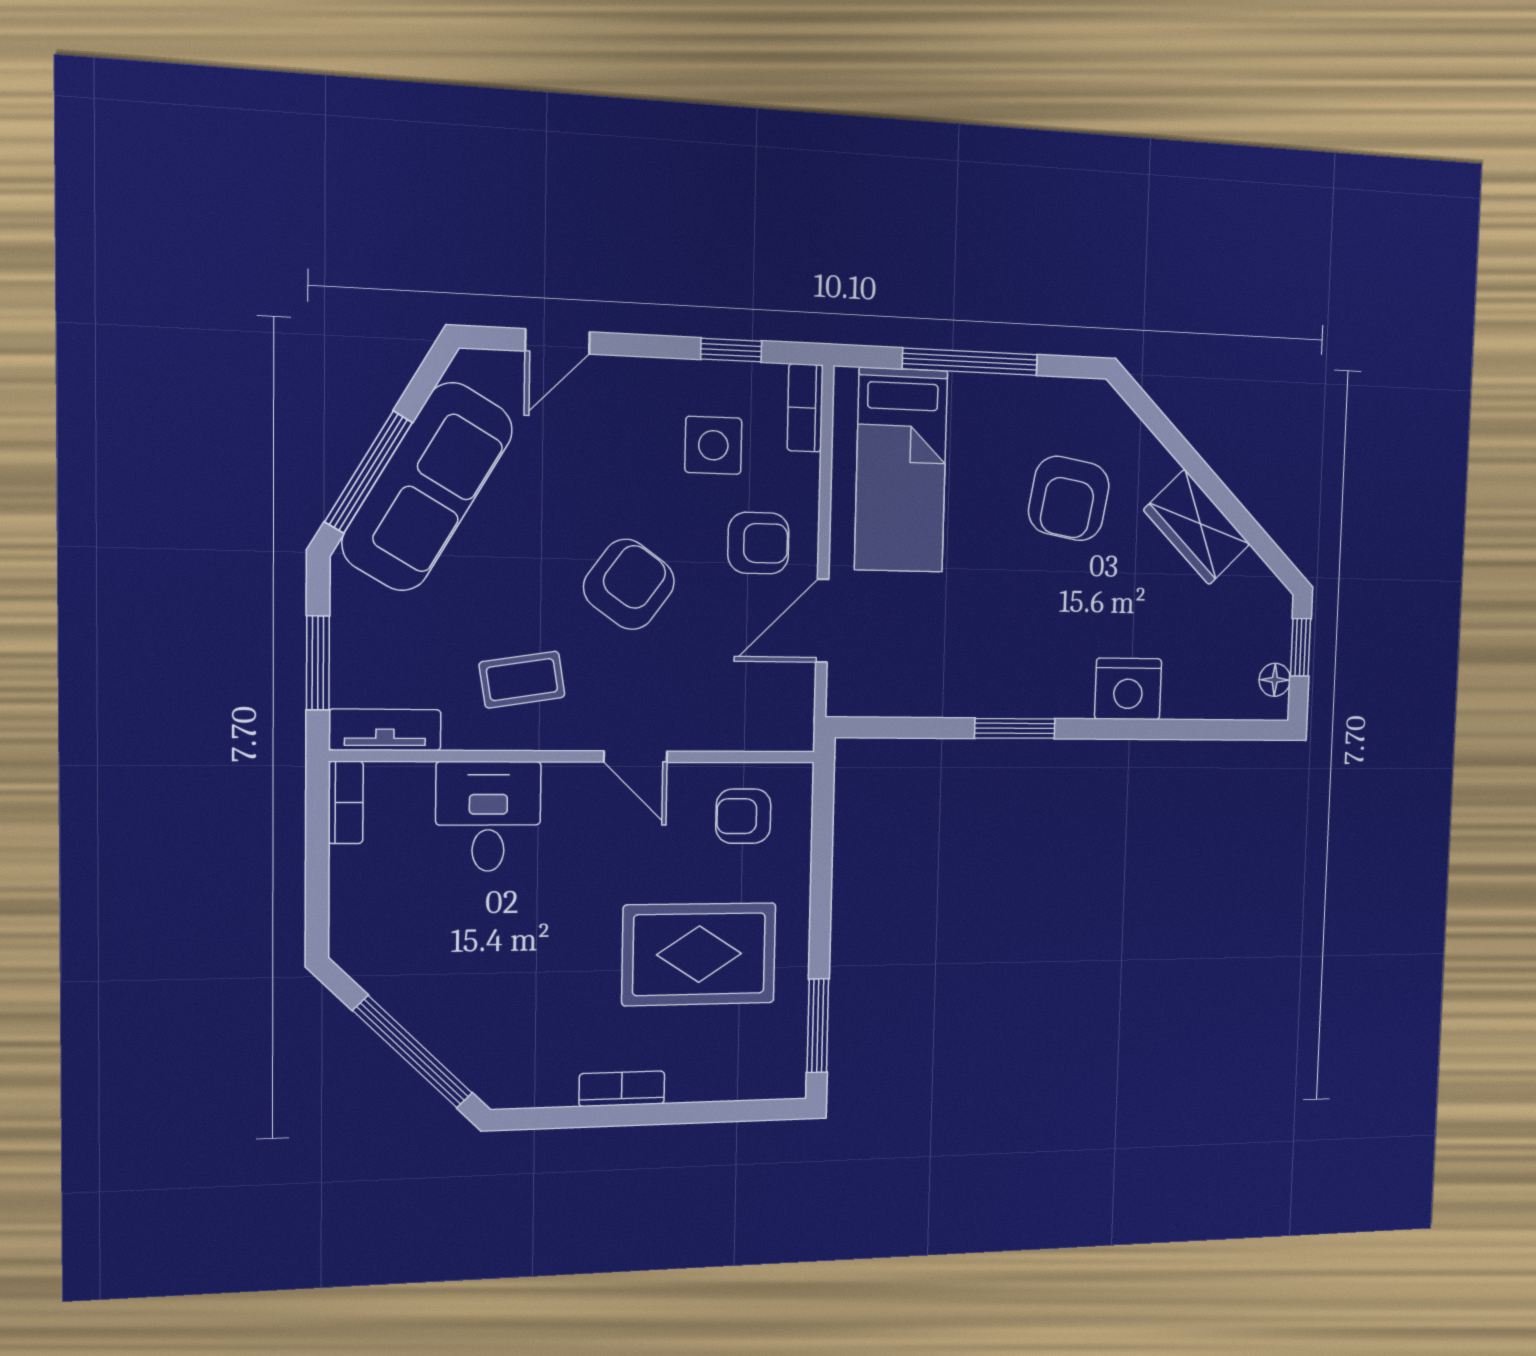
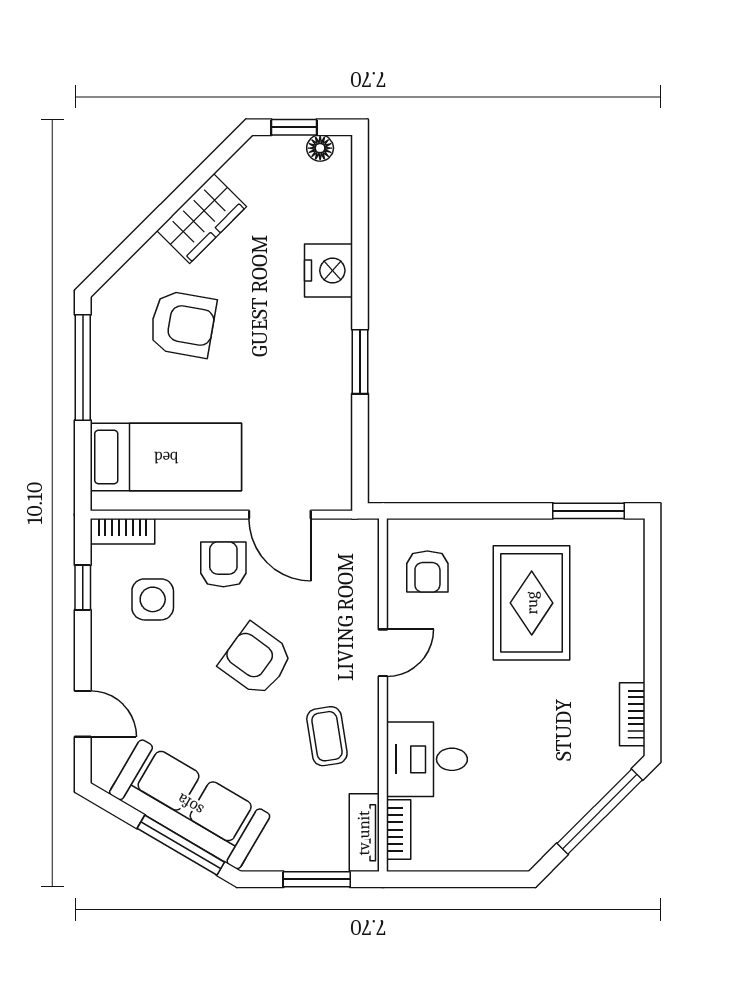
window: (970, 362) -> (83, 367), moved
bookcase: (346, 802) -> (399, 830), moved, turned 90
bookcase: (622, 1089) -> (632, 714), moved

